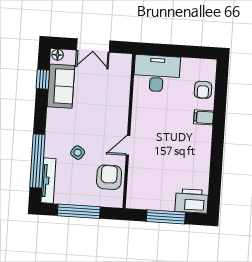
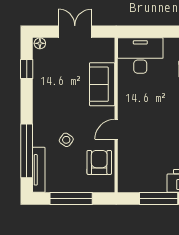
double door: (93, 45) -> (75, 32), swing flipped
sofa: (61, 86) -> (102, 84), moved, turned 180

